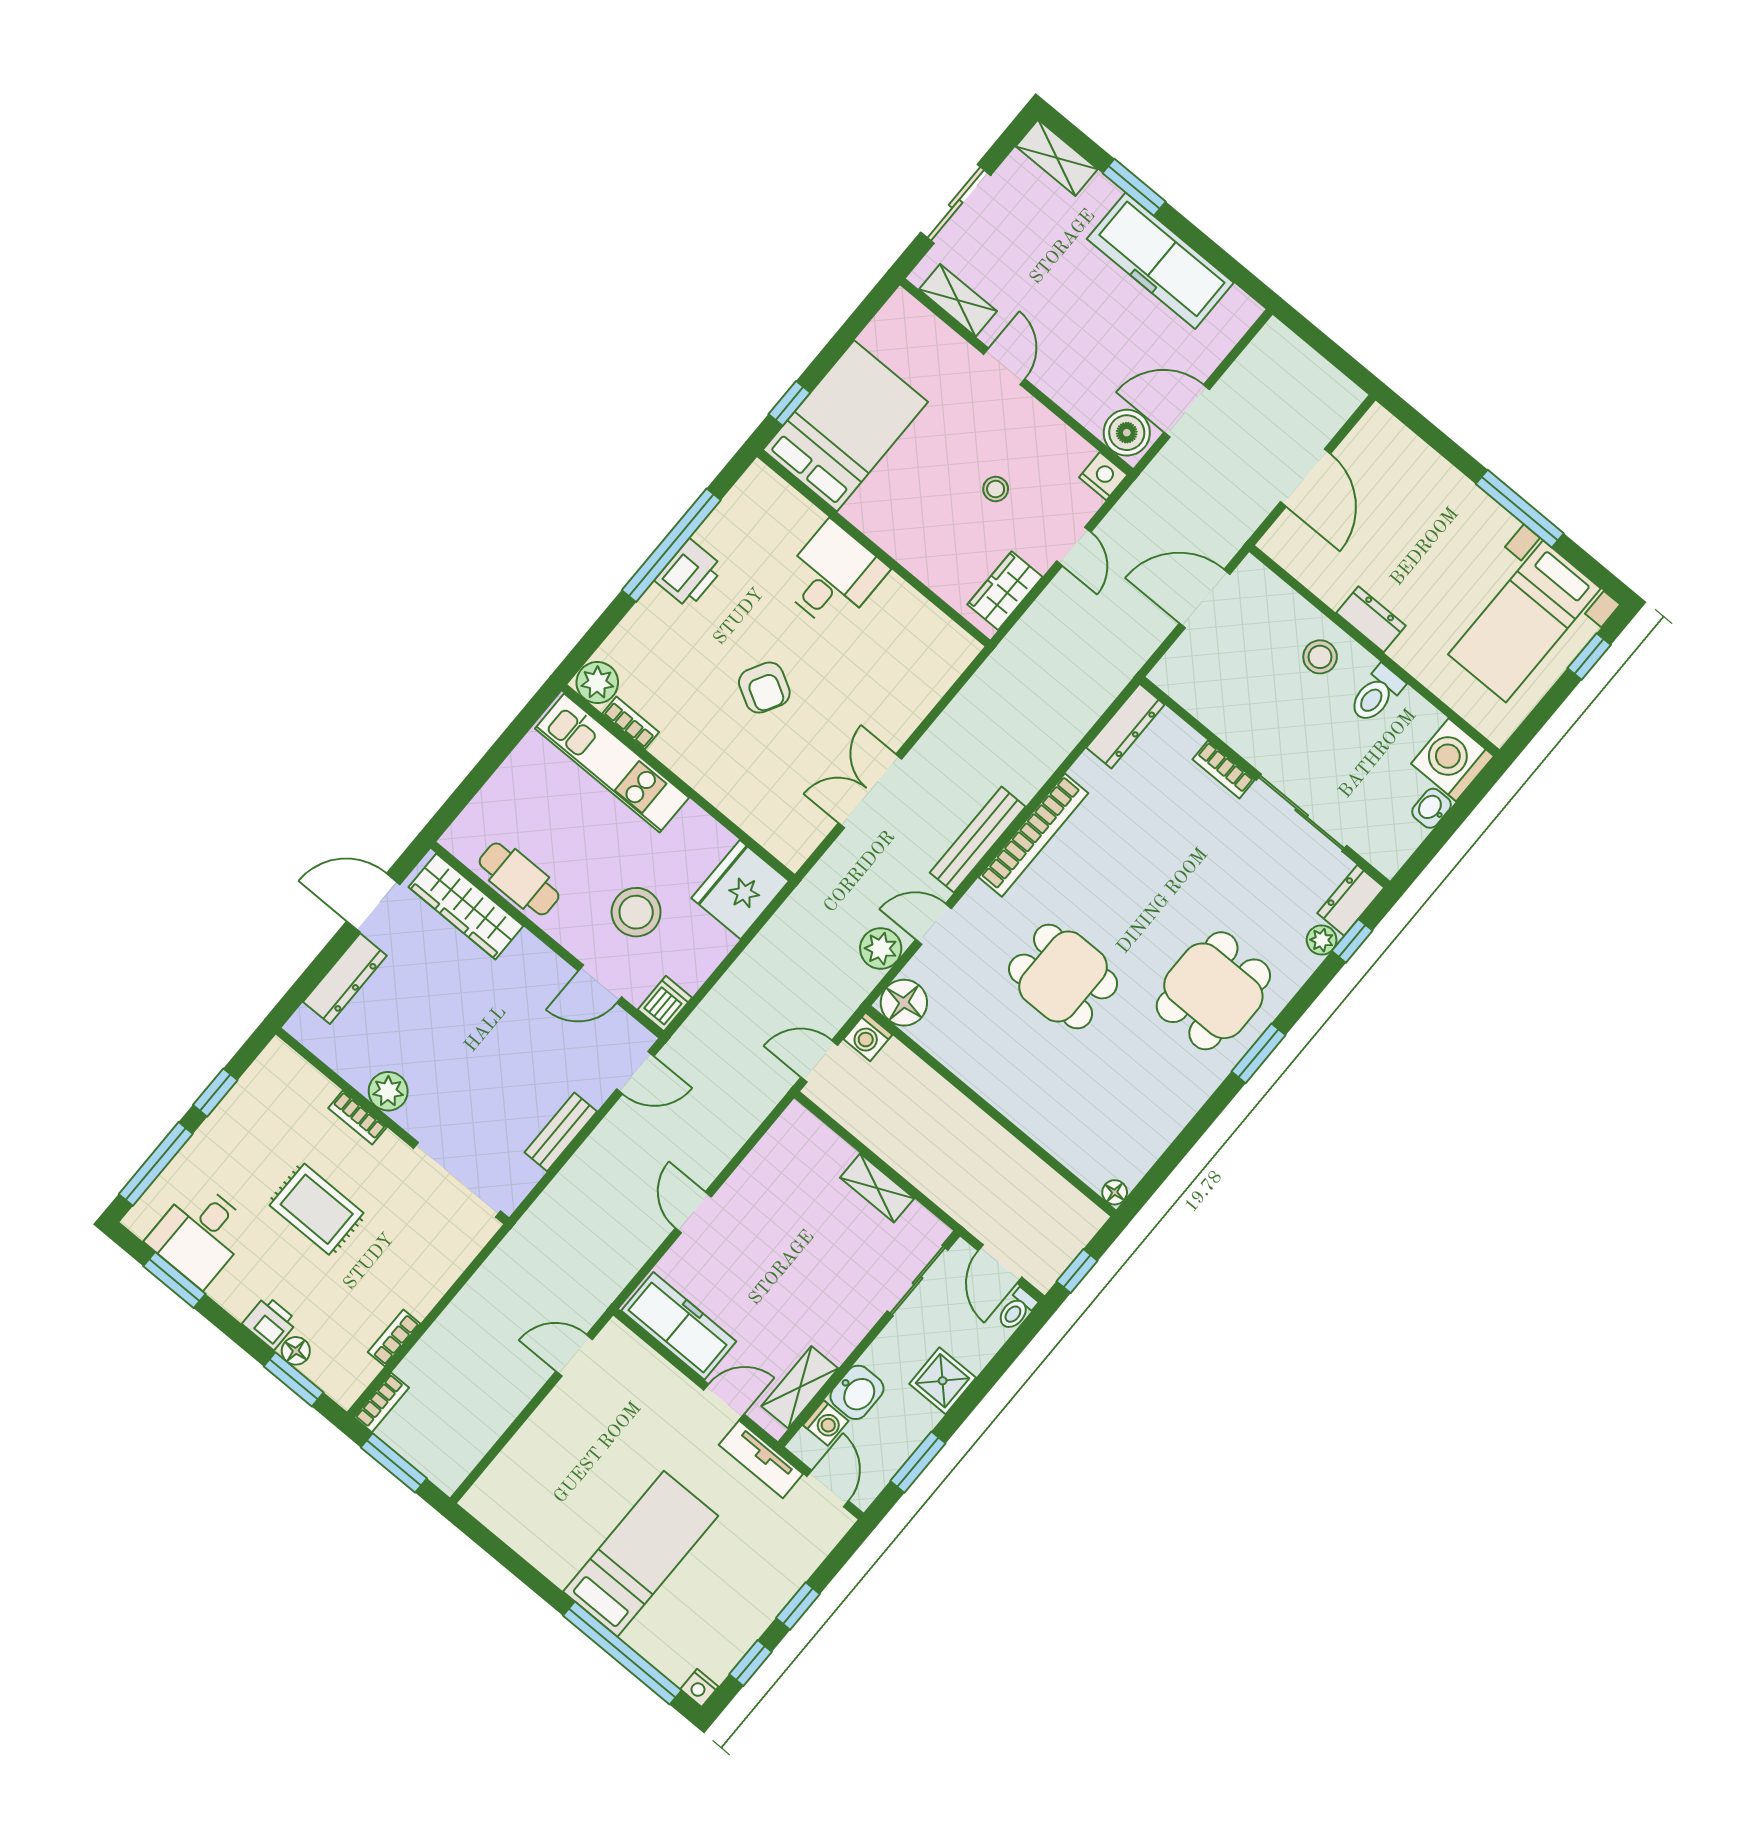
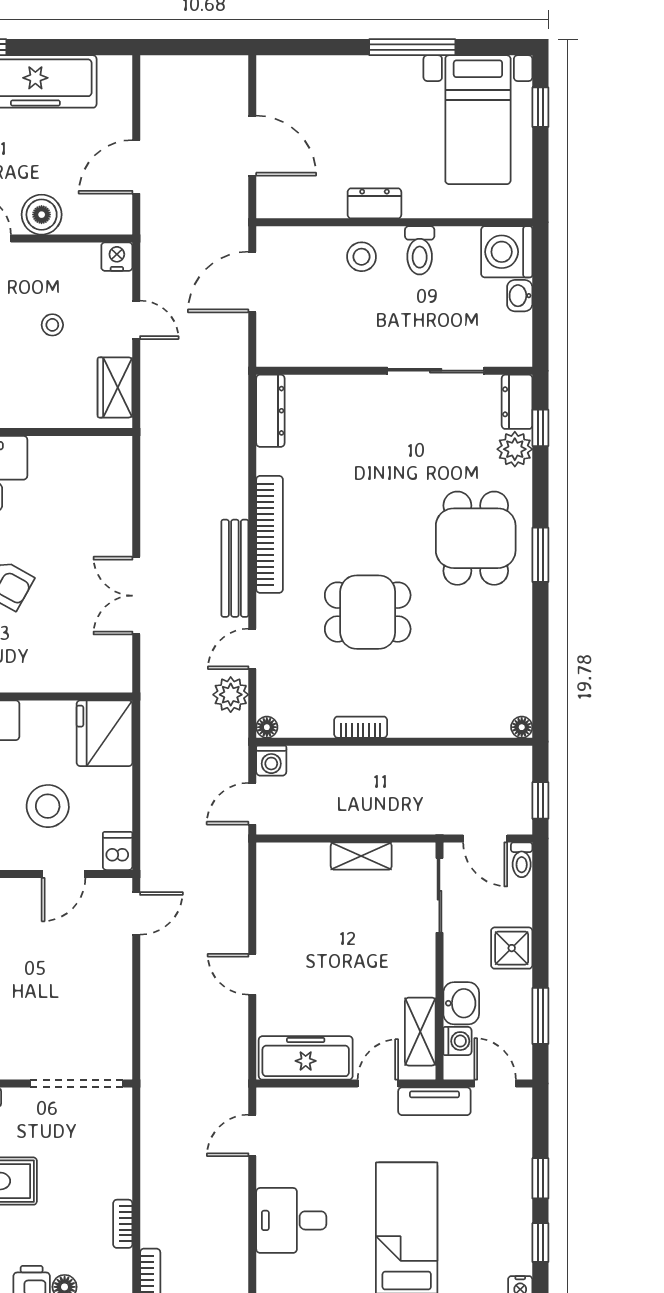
boiler: (1127, 433) -> (42, 215), moved
bookcase: (1224, 770) -> (361, 727), moved, turned 180
plant: (1322, 940) -> (515, 449), width x1.38, depth x1.38
floor lamp: (904, 1003) -> (267, 727), width x0.53, depth x0.53
bench: (561, 1132) -> (119, 994), removed
desk: (546, 1459) -> (291, 1220), added

